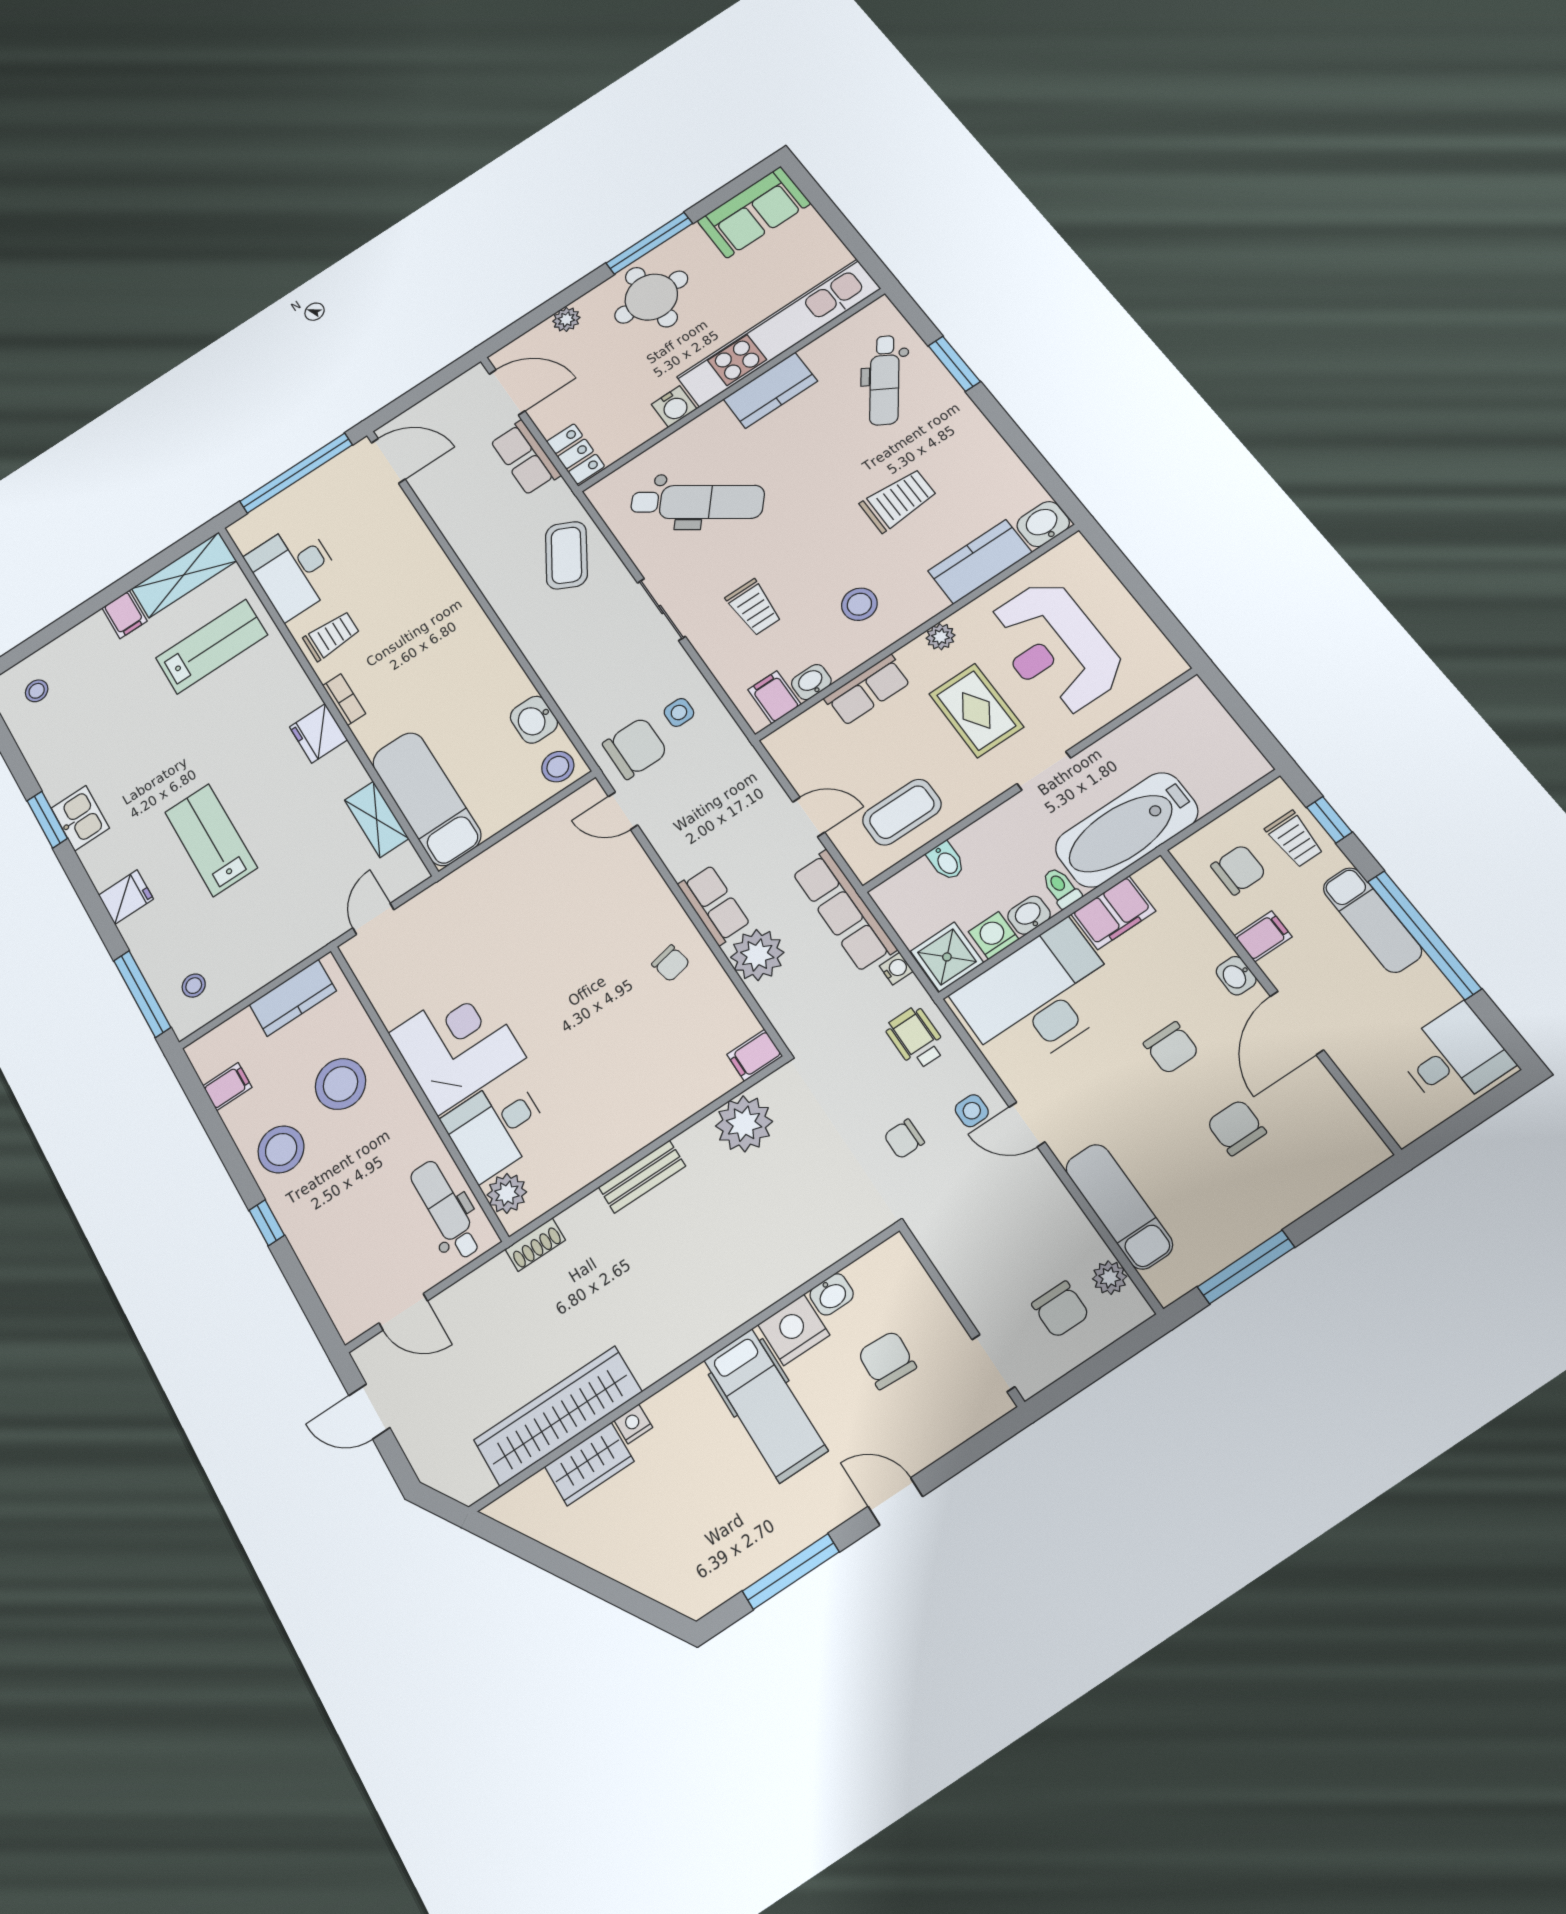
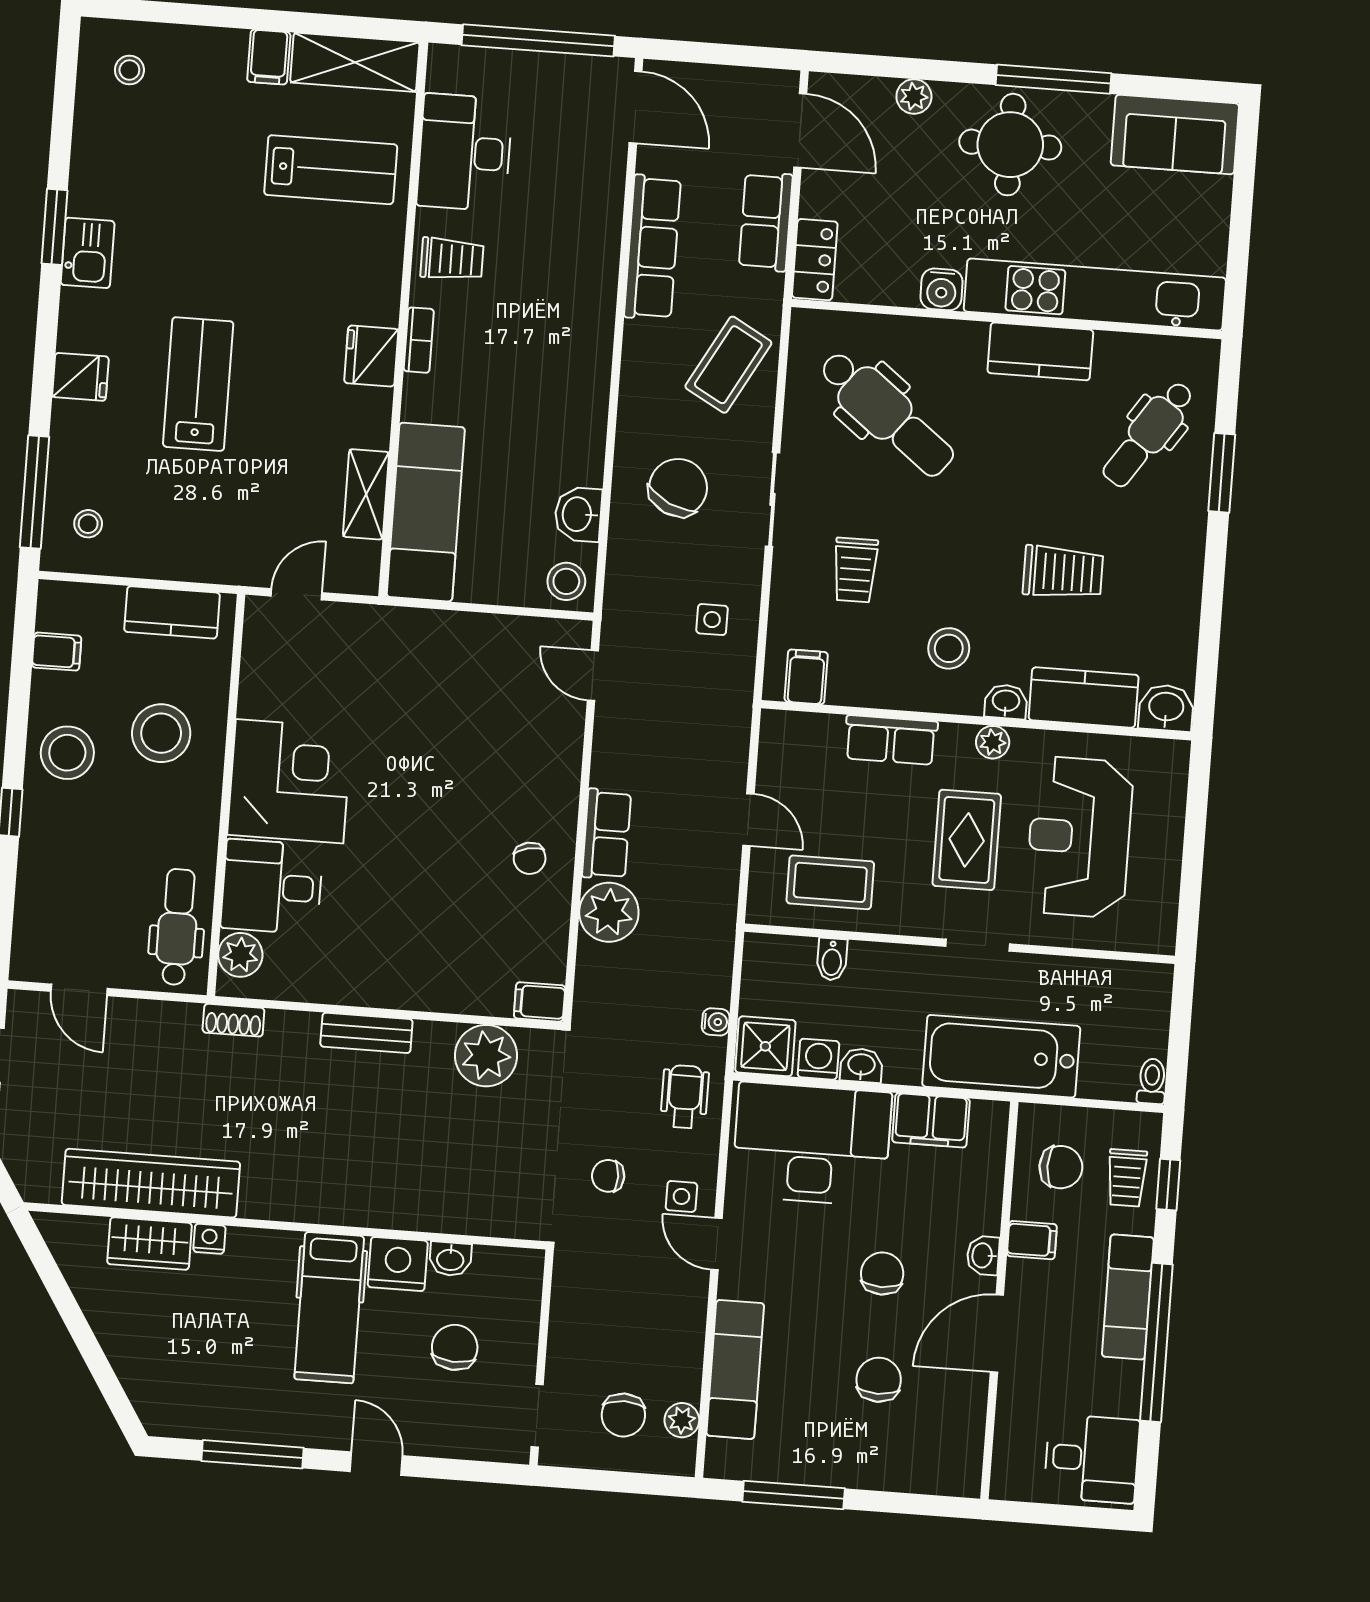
washbasin: (811, 682) -> (1006, 702), moved
chair: (635, 748) -> (678, 488), moved, turned -65
toilet: (1061, 888) -> (1152, 1081), moved
row of seats: (844, 911) -> (653, 247), moved, turned 180
chair: (1171, 1048) -> (882, 1274), turned 180

